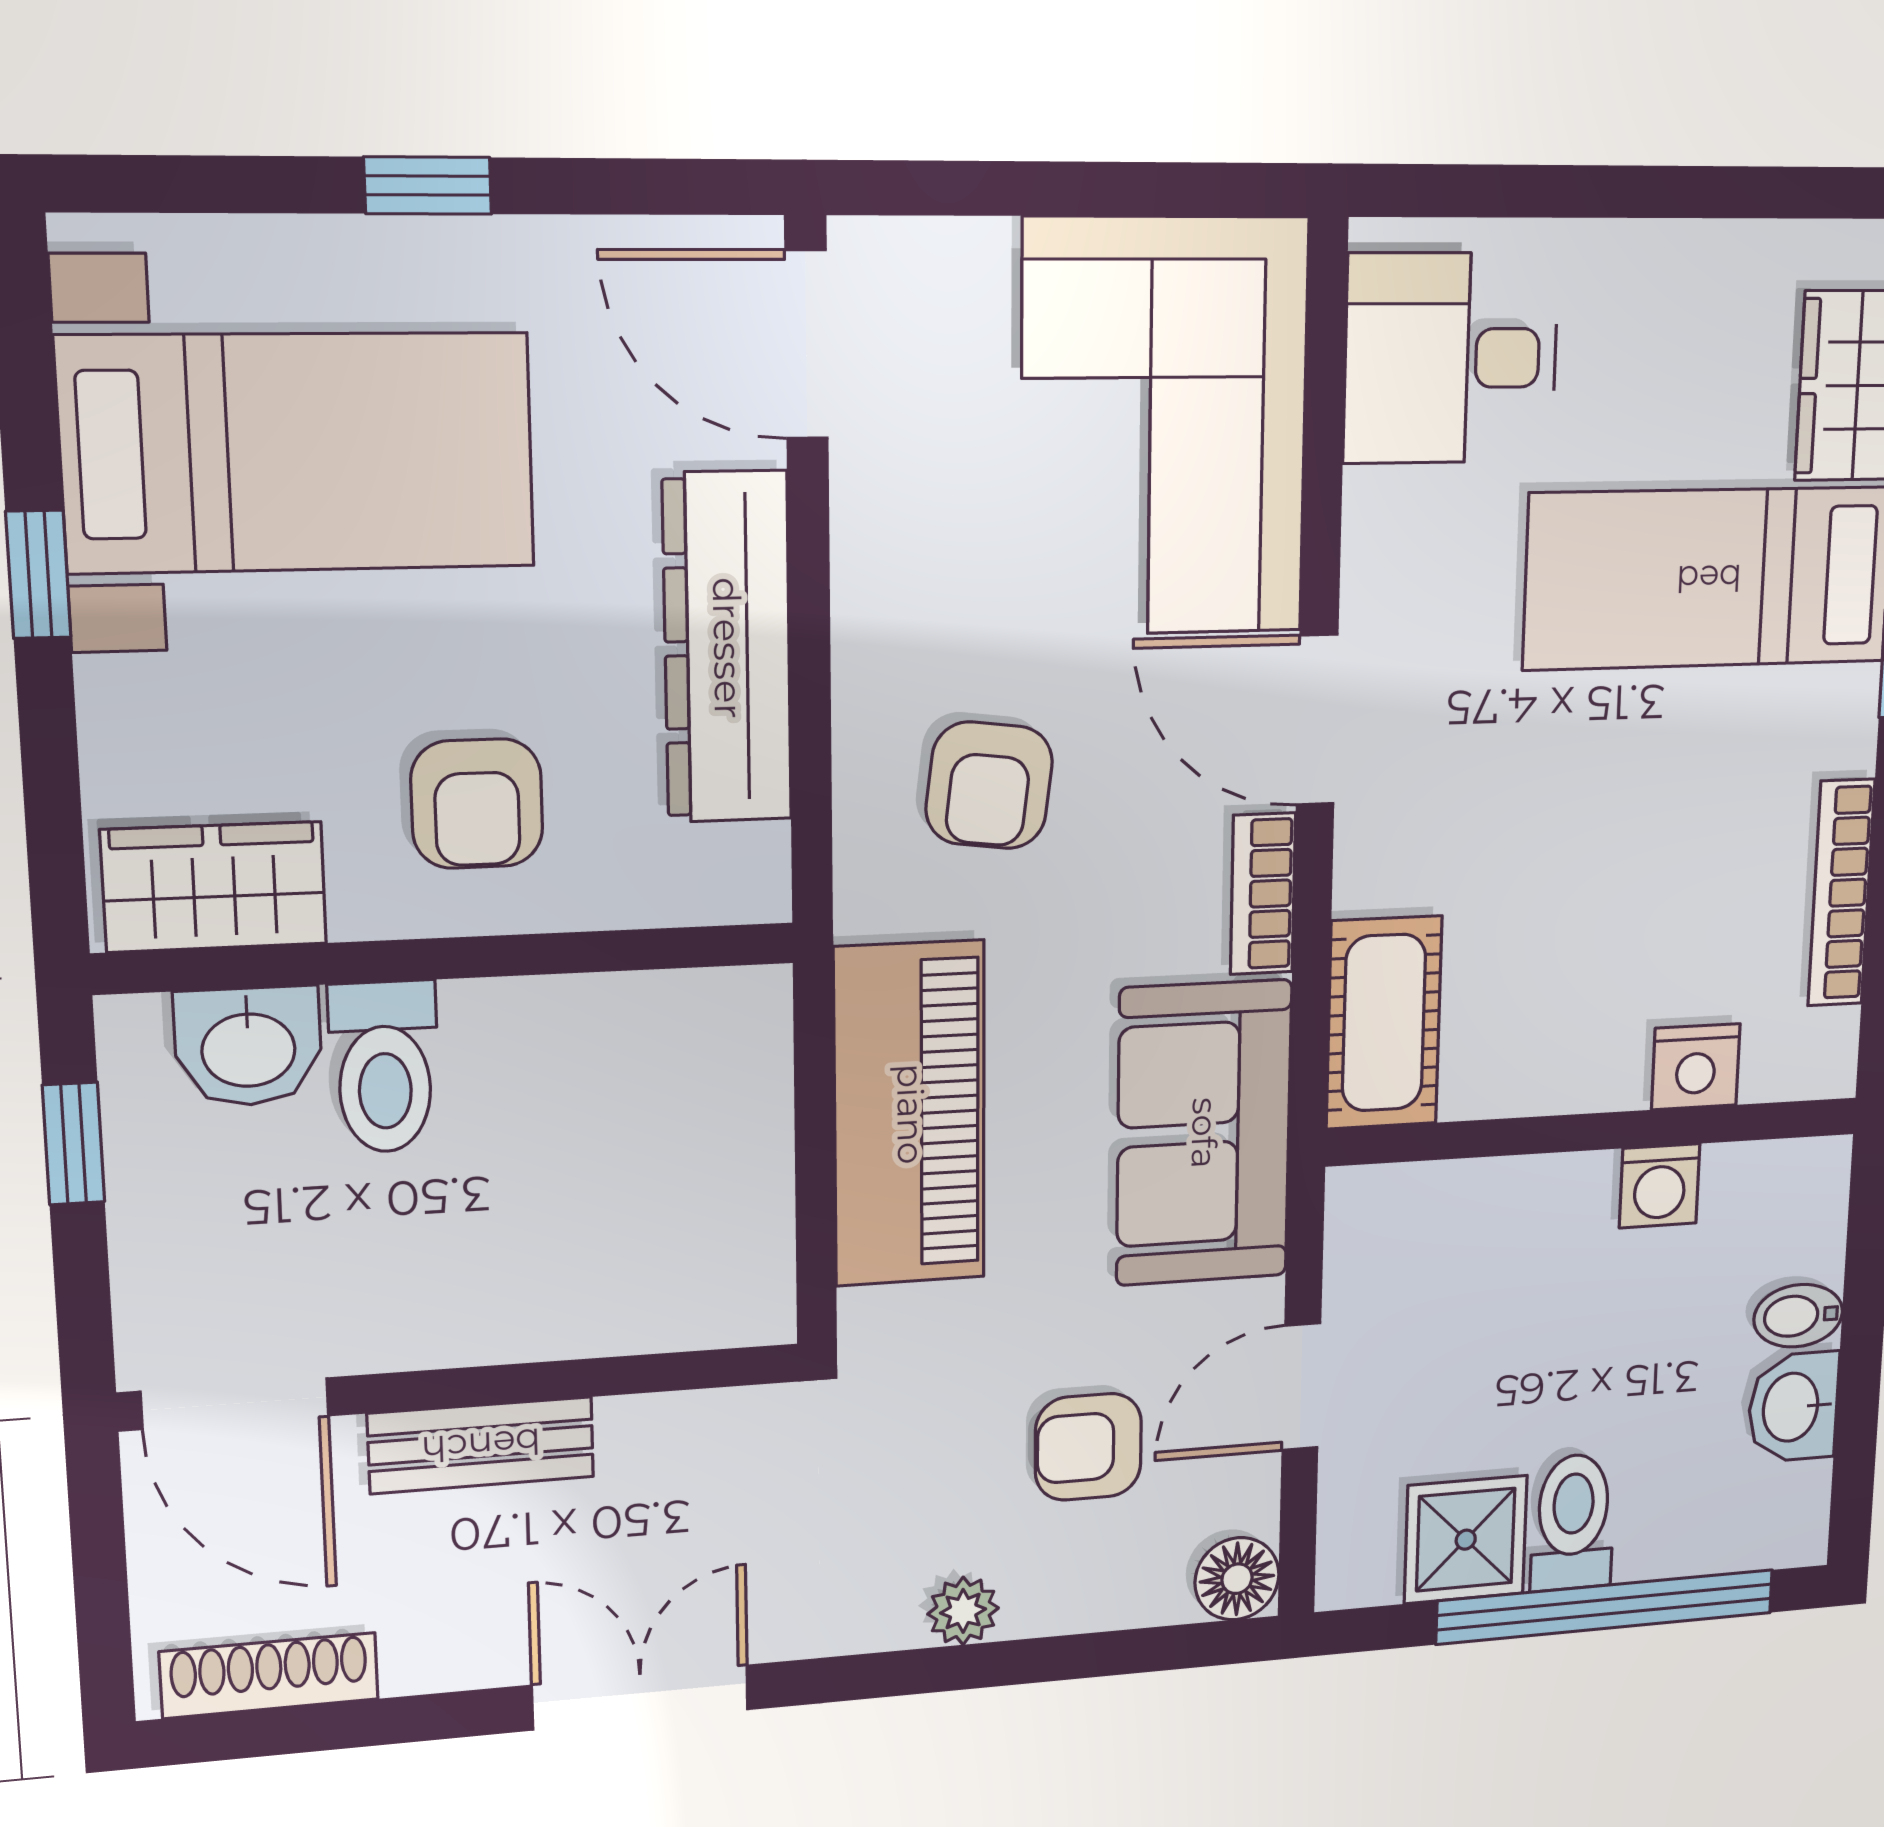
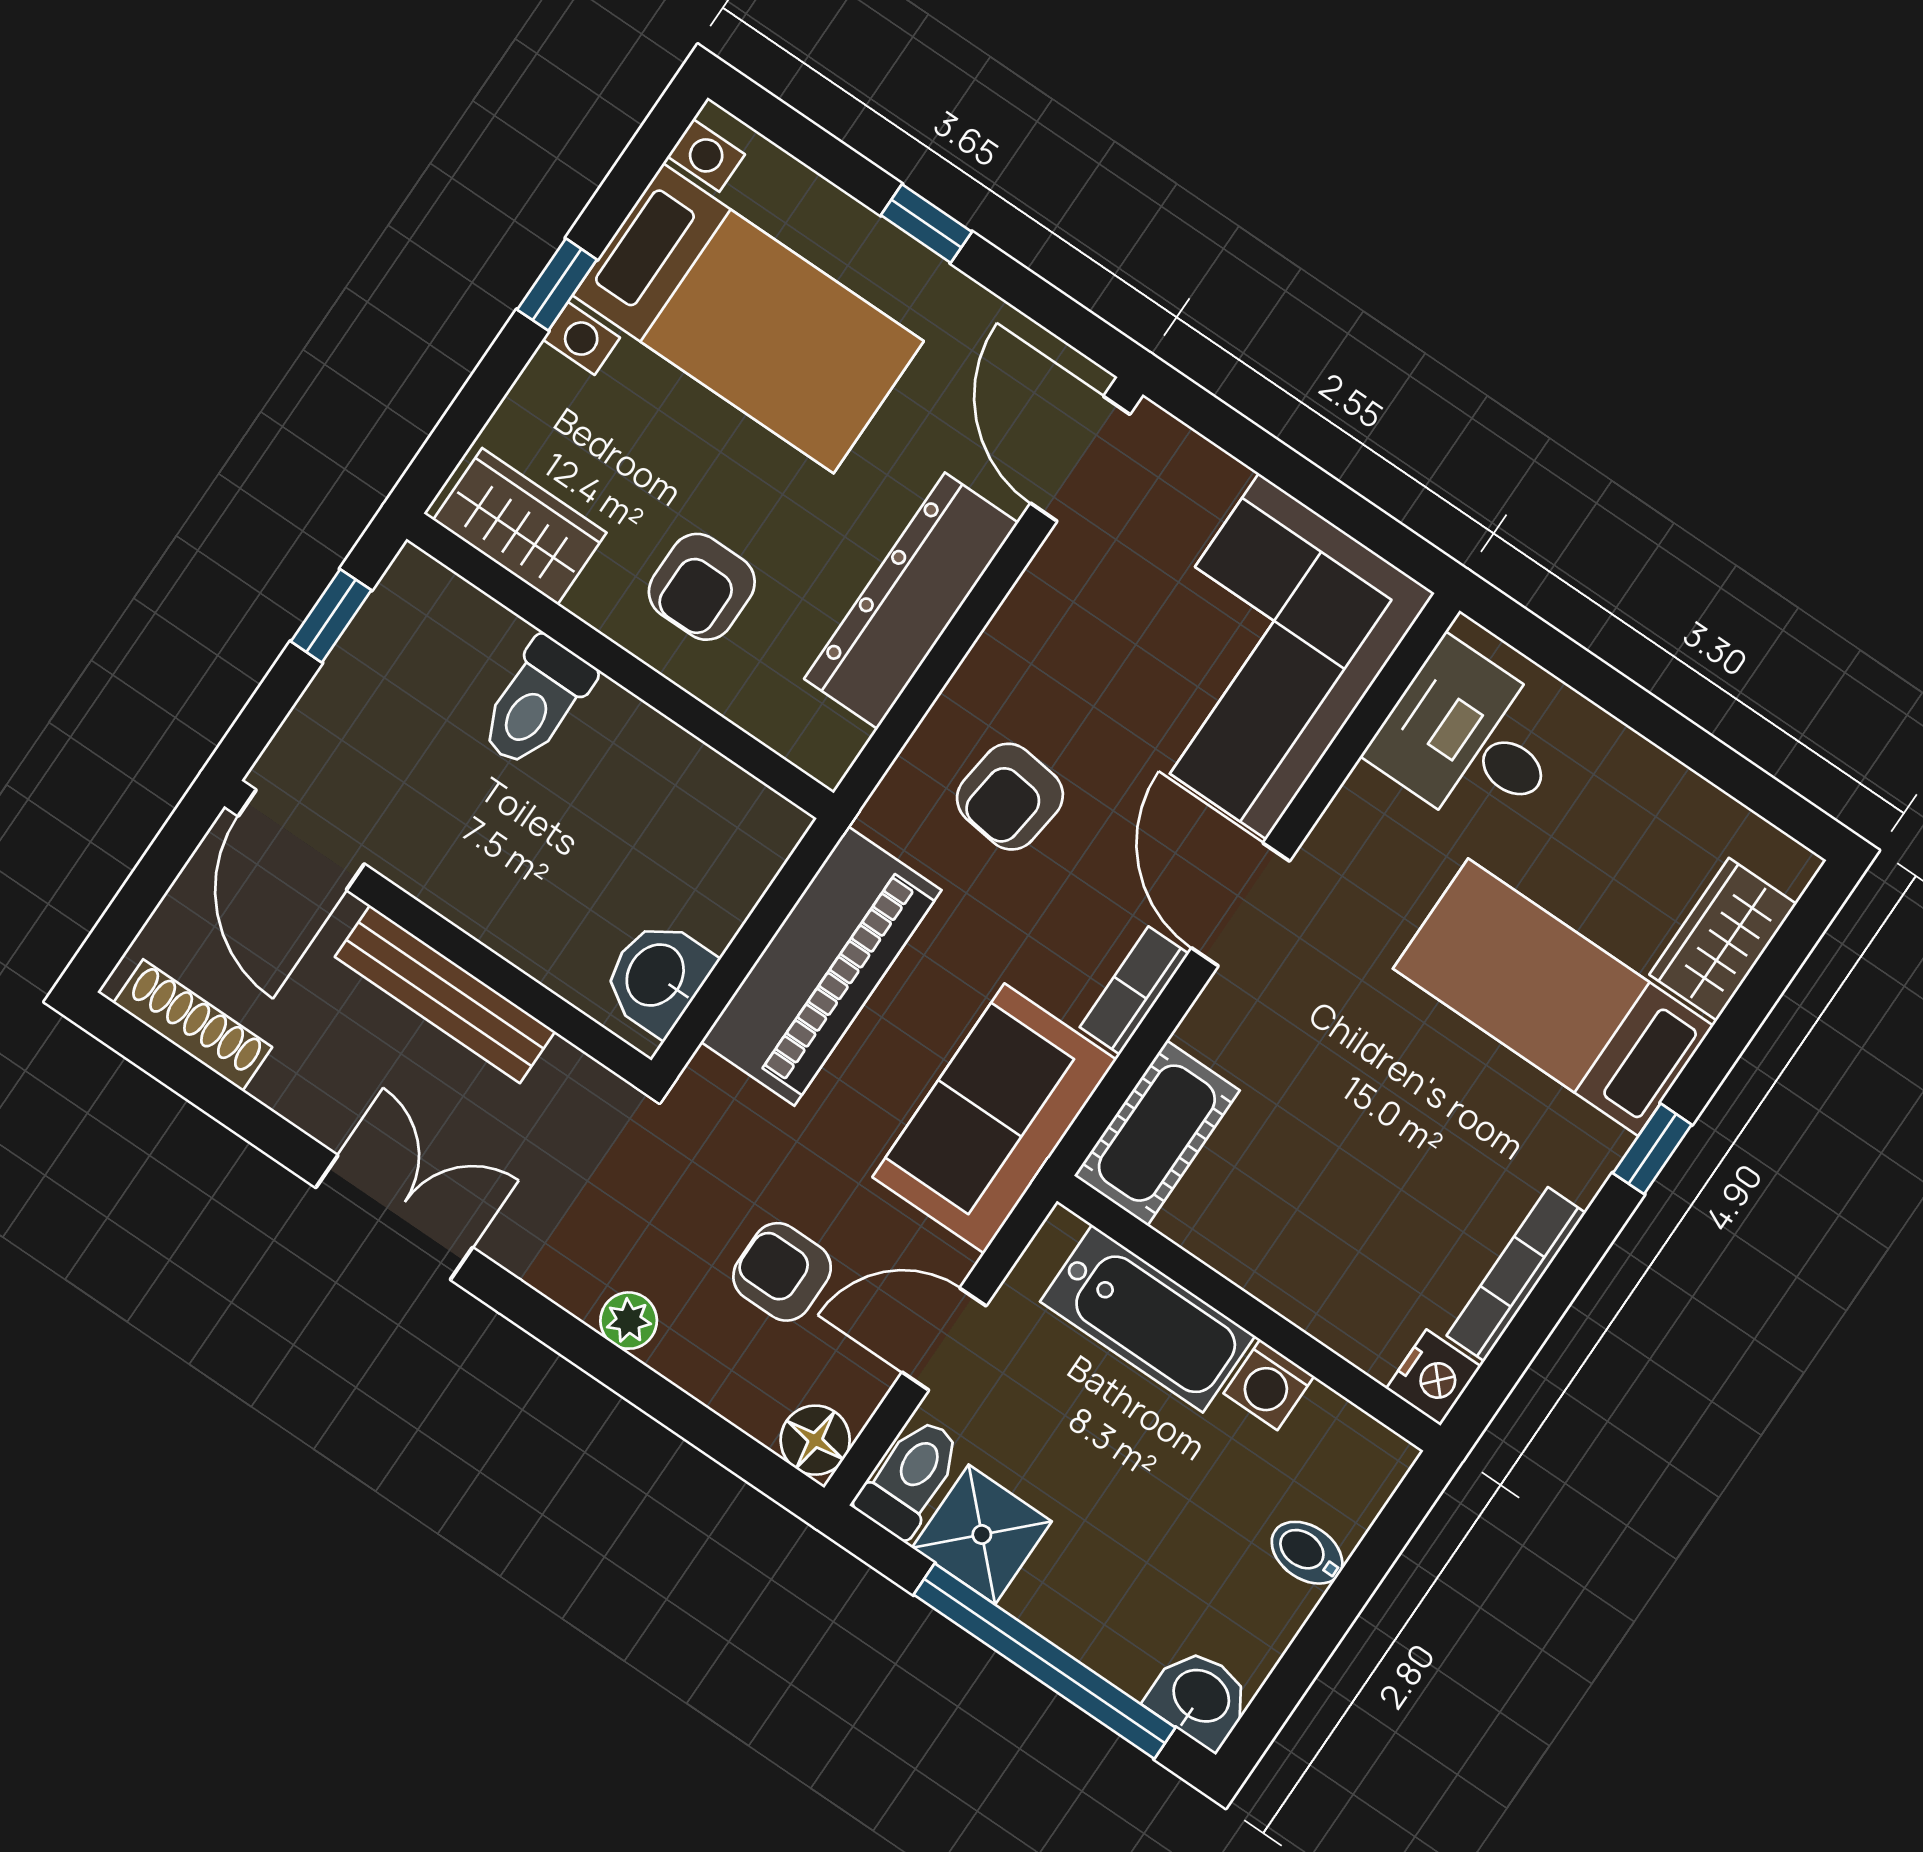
washbasin: (248, 1047) -> (657, 976), moved, turned 90
nightstand: (1696, 1067) -> (1433, 1377), moved, turned -90
bathtub: (1496, 1213) -> (1148, 1319), added
washbasin: (1793, 1407) -> (1200, 1698), moved, turned 90
bench: (481, 1445) -> (445, 994), width x1.36
toilet: (1573, 1522) -> (910, 1477), moved

